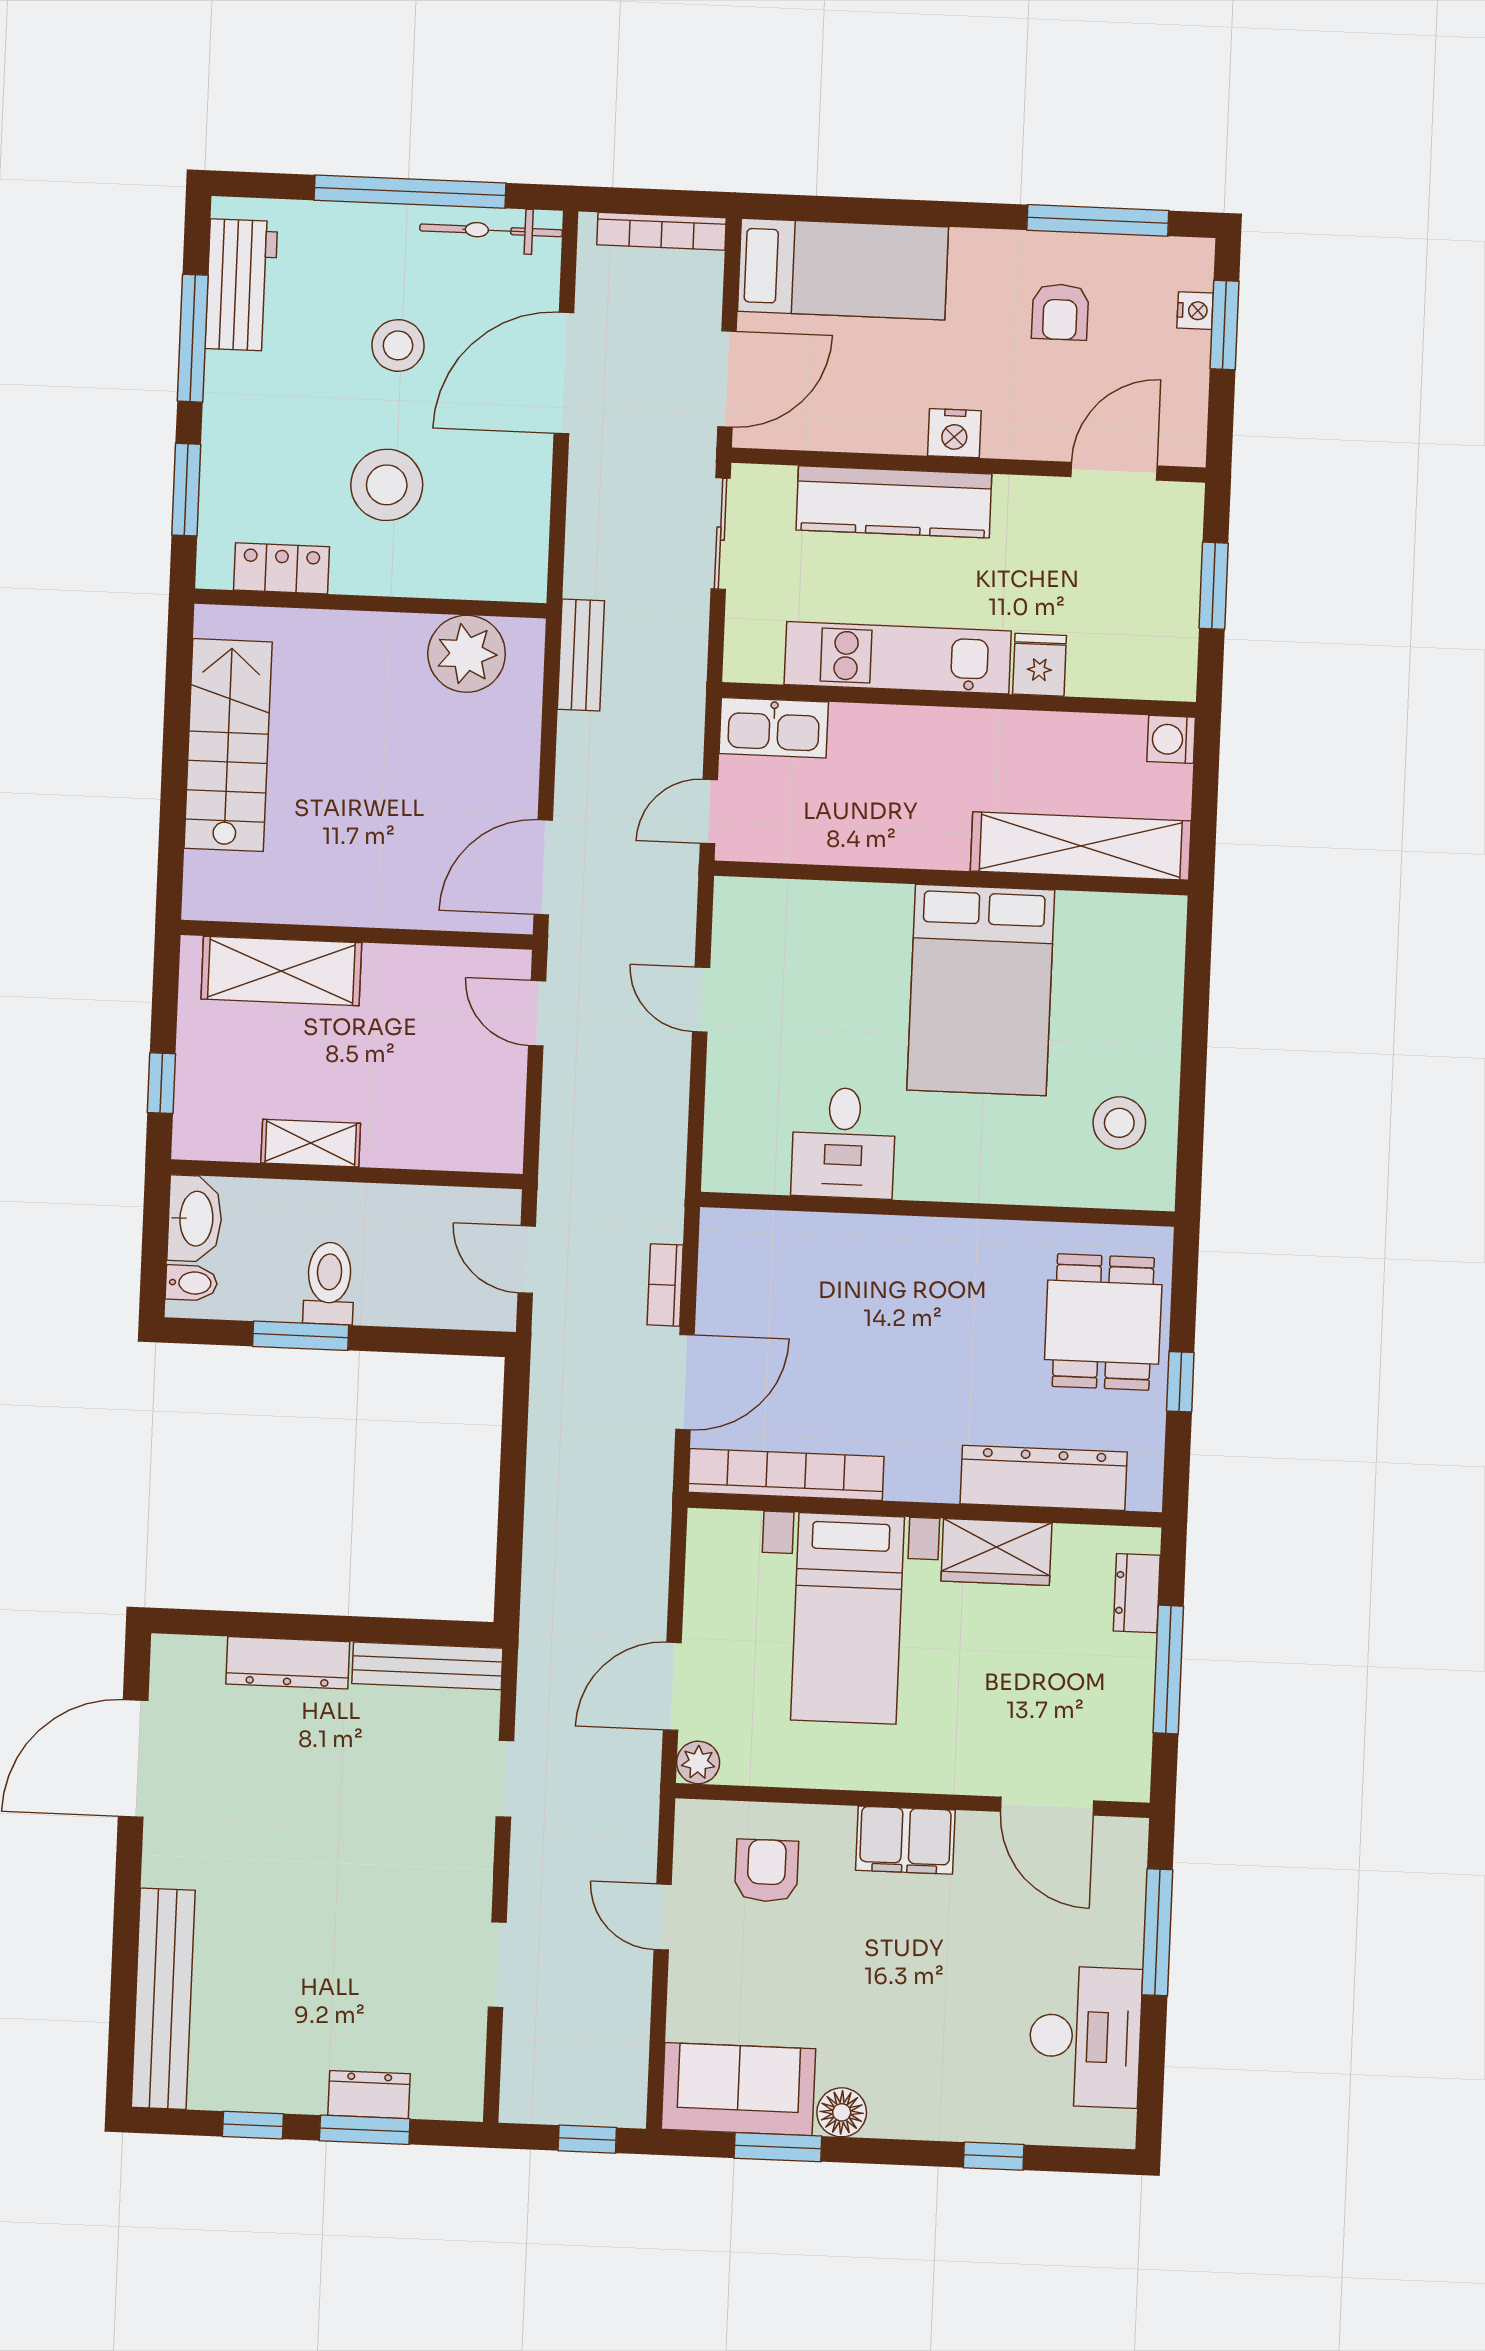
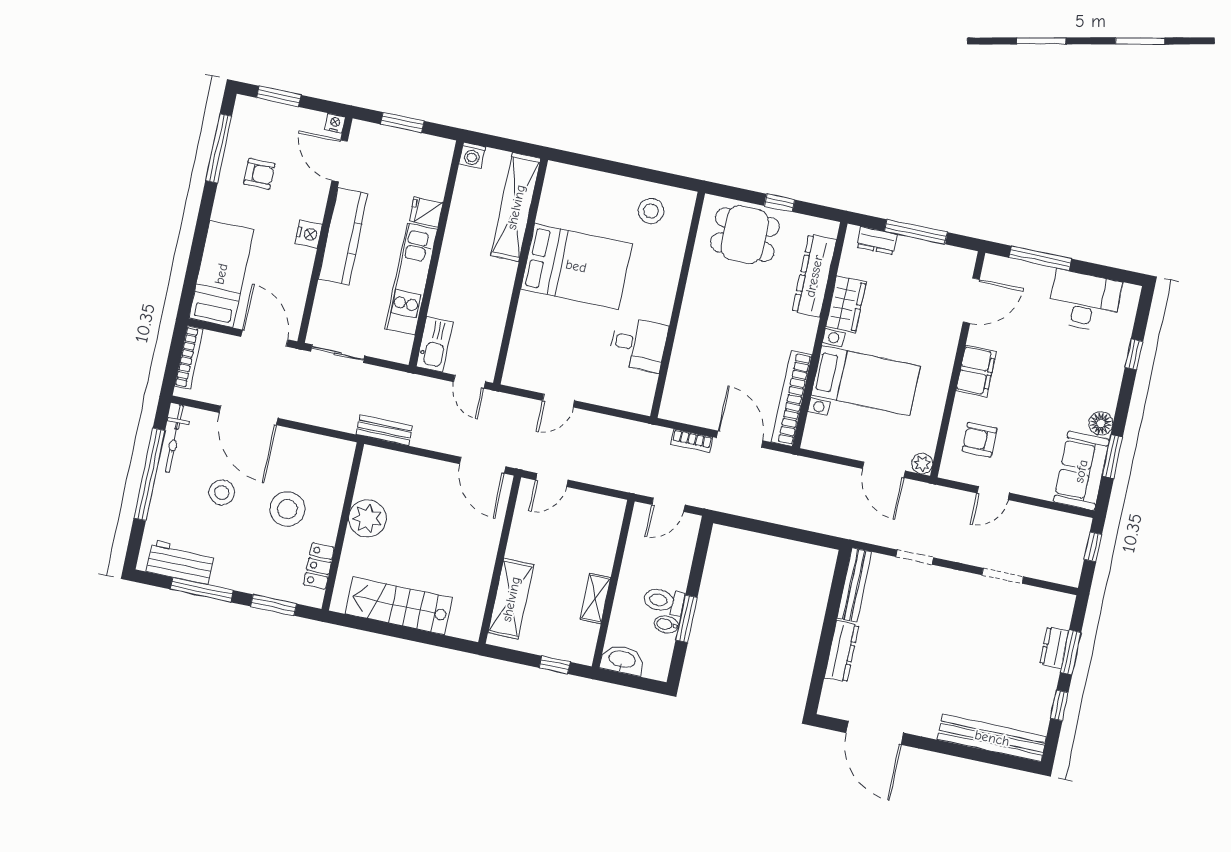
nightstand: (1195, 311) -> (335, 123), moved
kitchen counter: (894, 502) -> (343, 236), moved
plant: (467, 654) -> (367, 518), moved
bidet: (191, 1283) -> (666, 624), moved, turned -90

